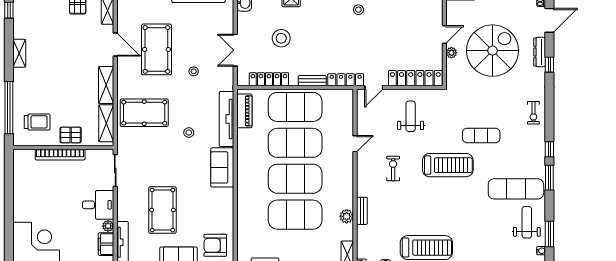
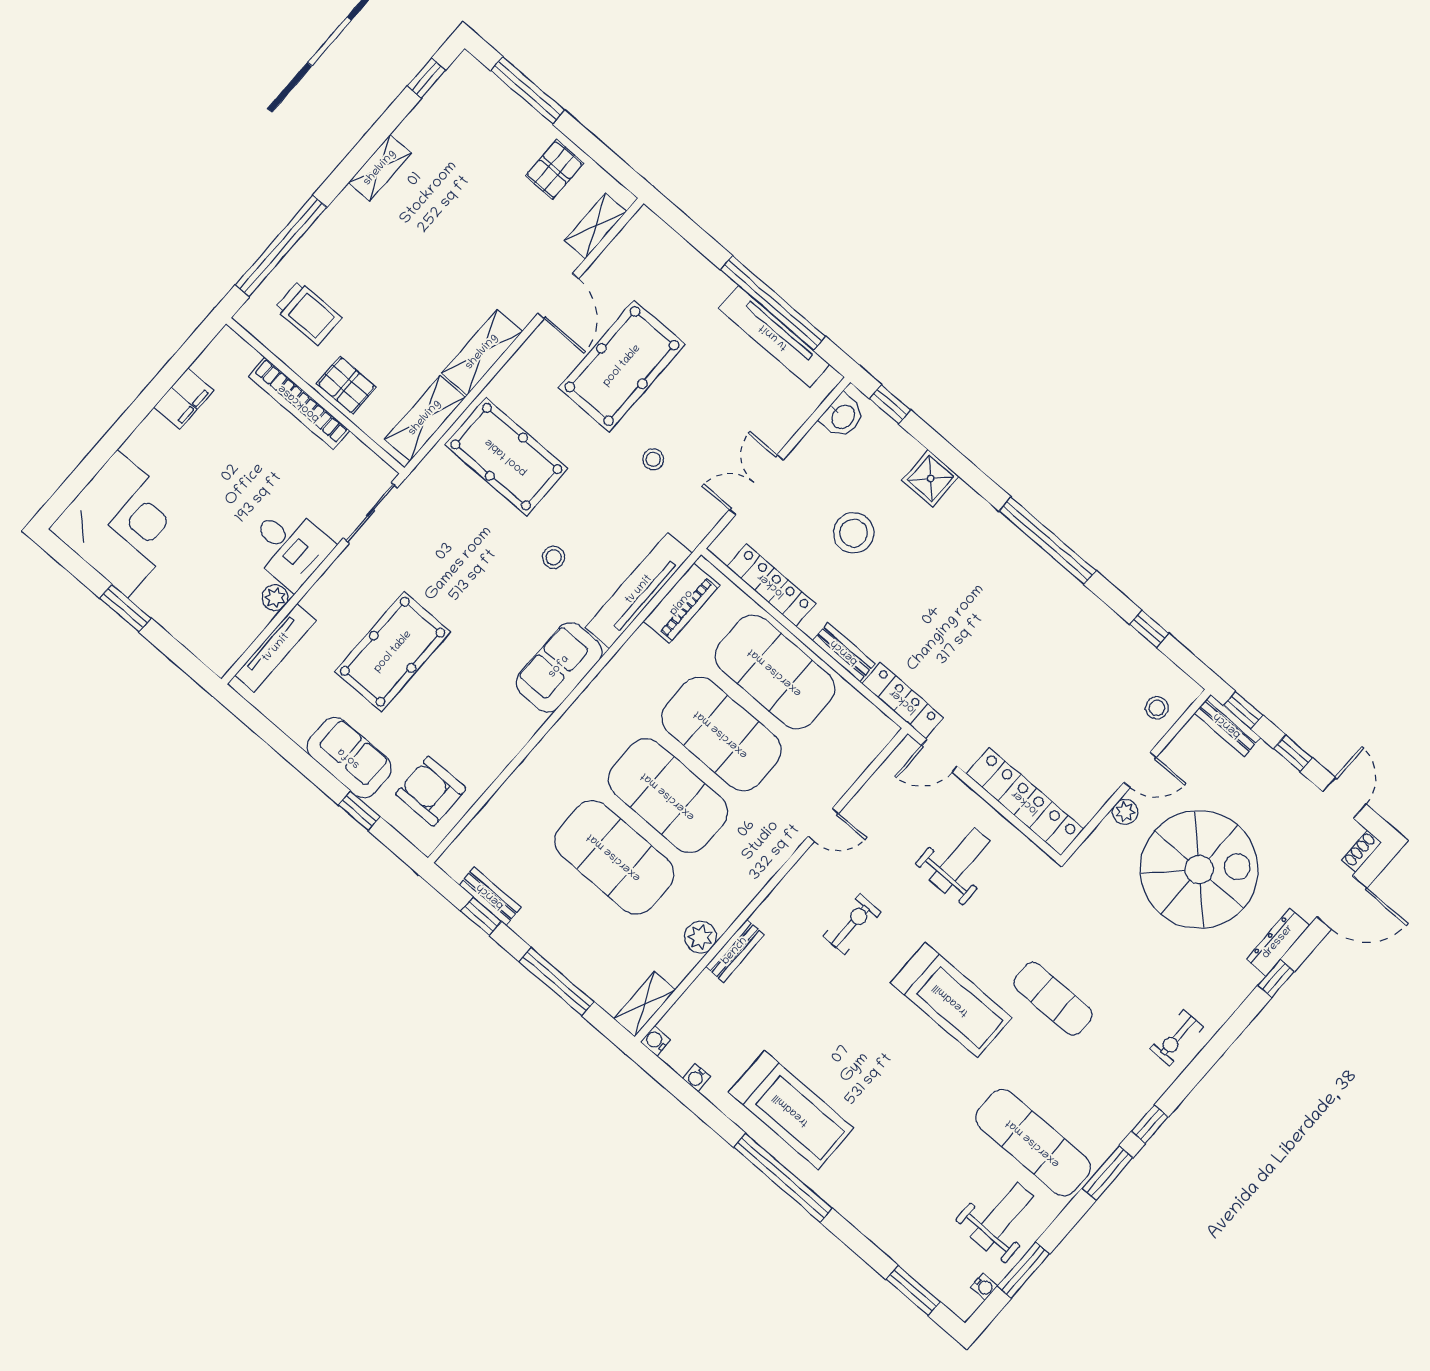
stool: (358, 10) -> (1157, 708), moved
filing cabinet: (106, 244) -> (184, 399), moved, turned 180

